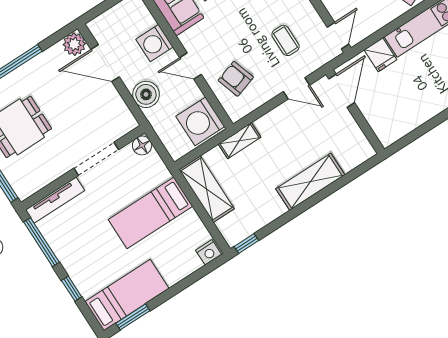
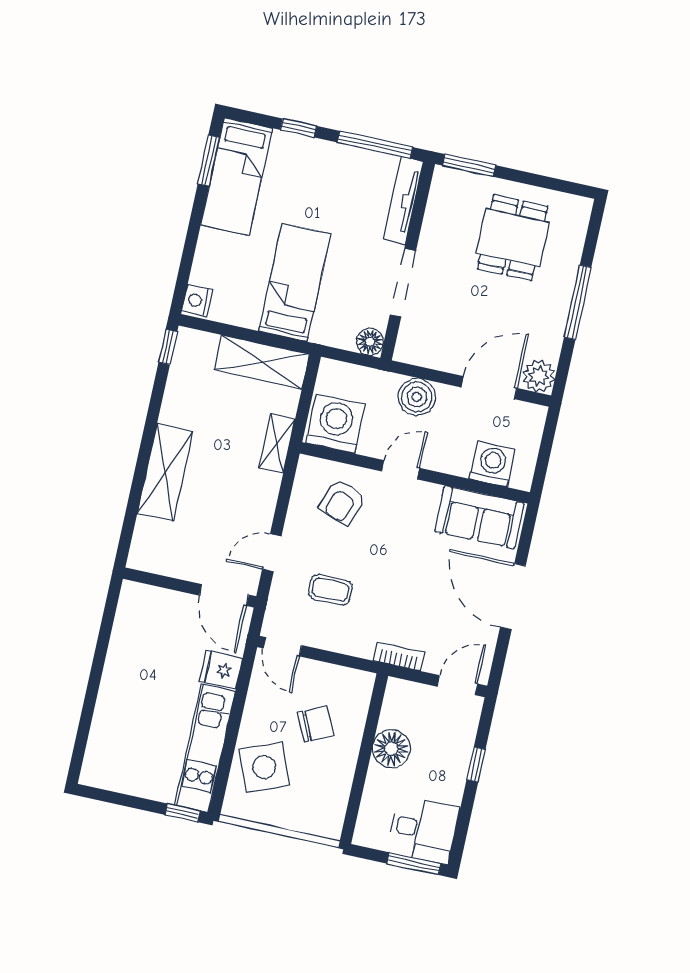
washing machine: (155, 43) -> (492, 464), moved
armchair: (236, 79) -> (342, 502), turned 127

